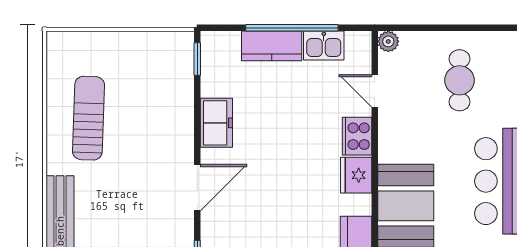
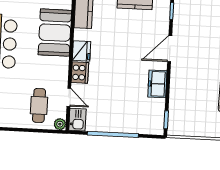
kitchen sink: (324, 45) -> (77, 120), moved, turned 90
kitchen counter: (272, 46) -> (125, 125), removed
cafe table: (460, 80) -> (39, 105), moved

